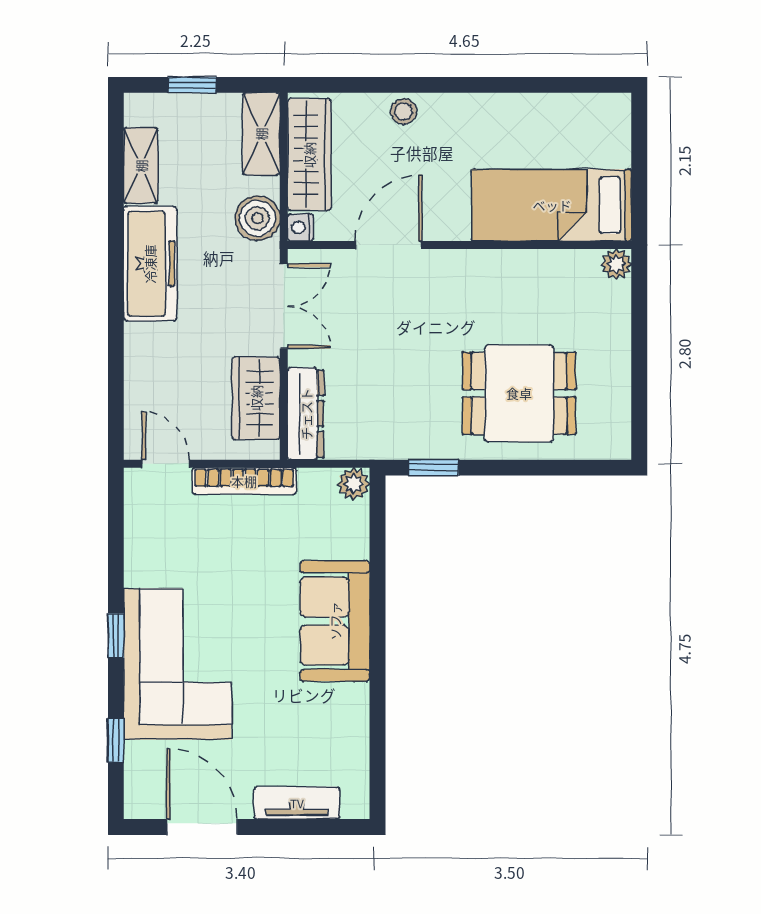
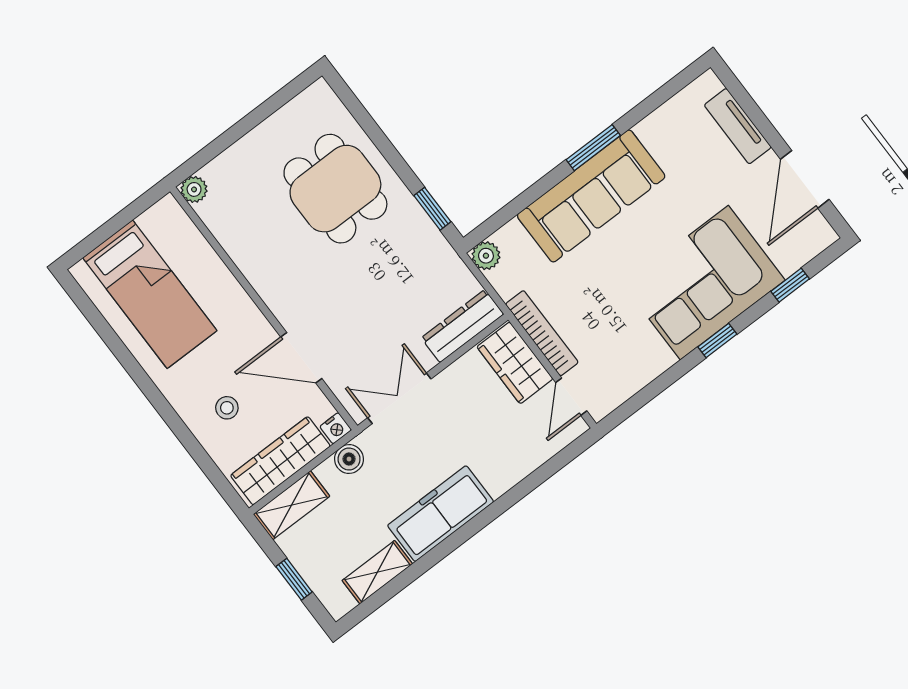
stool: (404, 111) -> (227, 408), moved
bed: (552, 205) -> (150, 294), moved
boiler: (257, 218) -> (349, 459), width x0.73, depth x0.73
wardrobe: (256, 398) -> (515, 363), moved, turned 90
sofa: (335, 621) -> (591, 196), width x1.36
window: (378, 657) -> (593, 148), added

